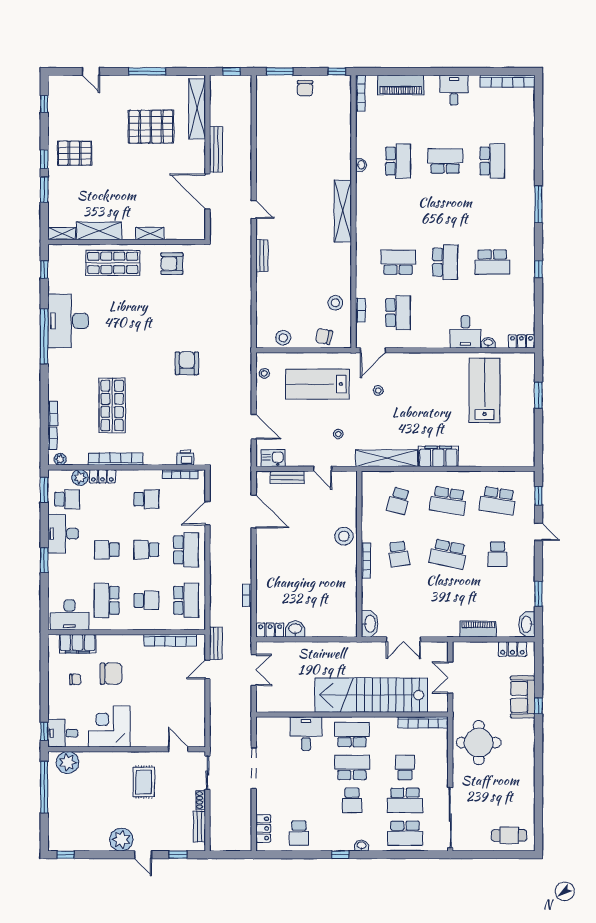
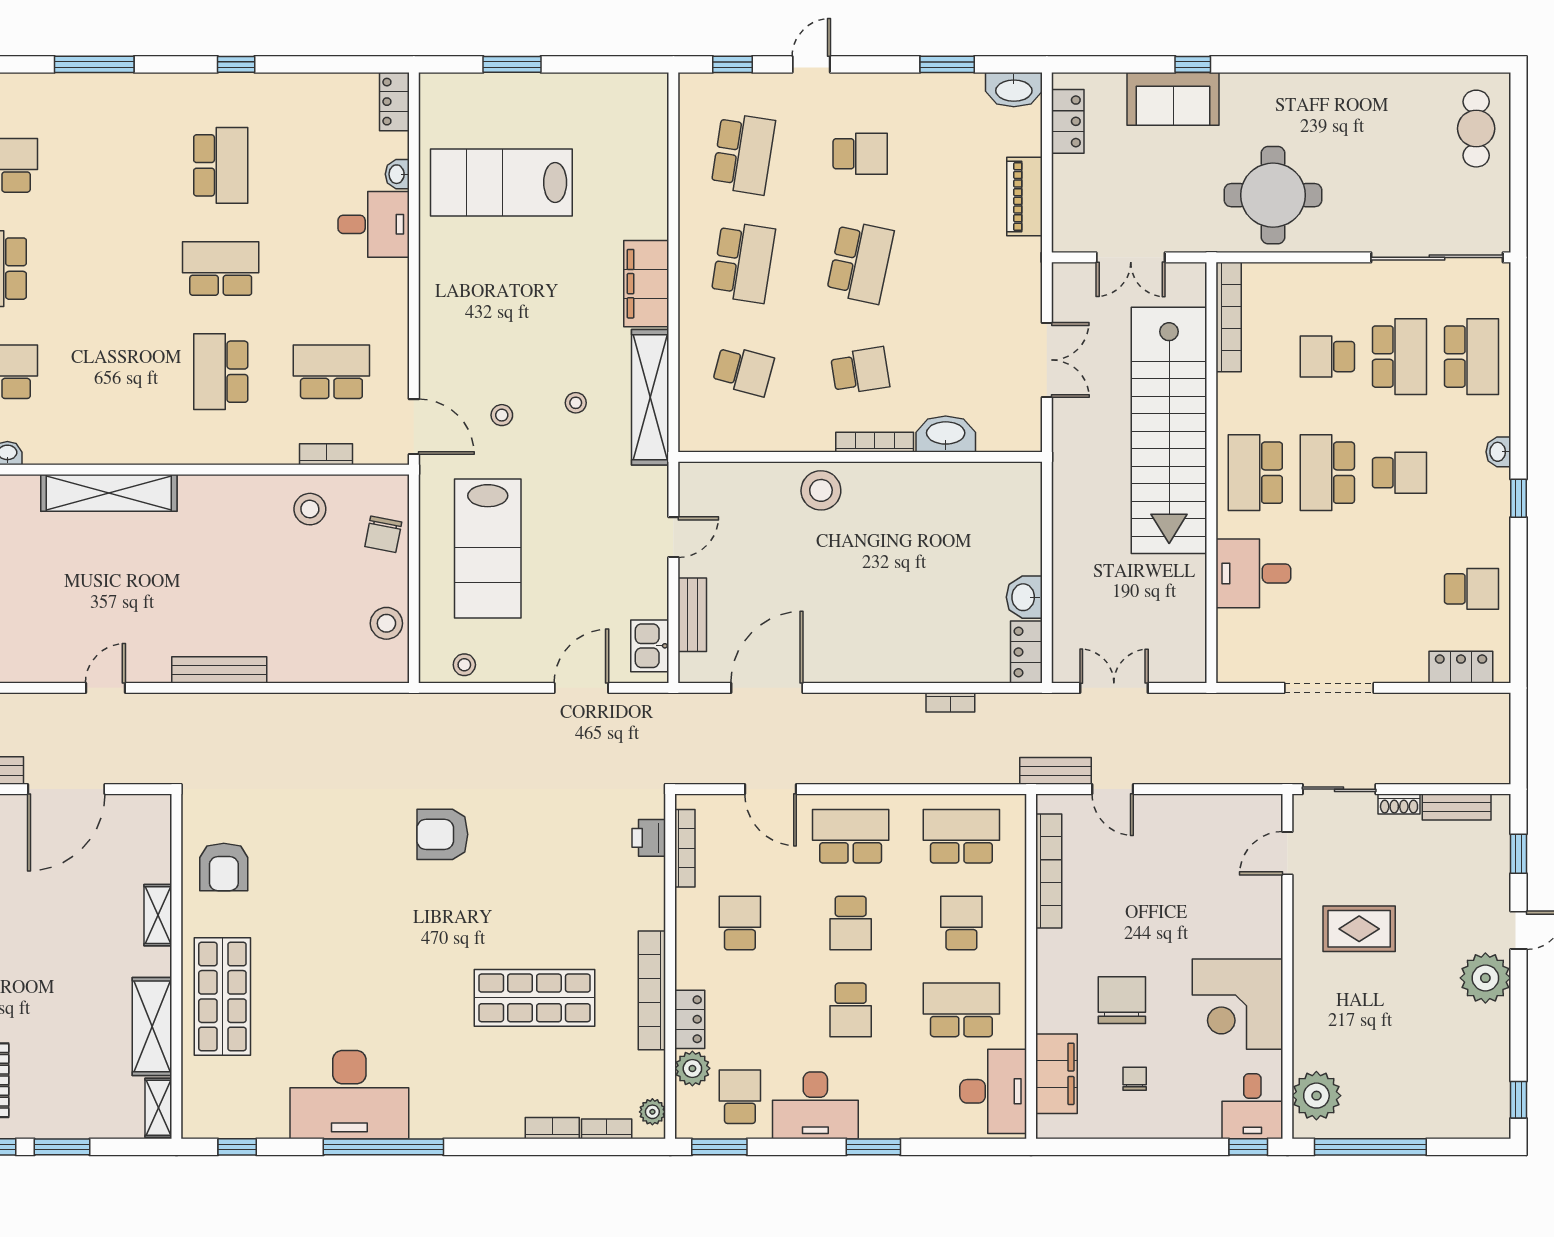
bench: (262, 256) -> (219, 670), width x1.36
stool: (338, 434) -> (576, 403), moved
school desk: (107, 600) -> (961, 1010), turned 180
washbasin: (370, 624) -> (946, 434), moved

